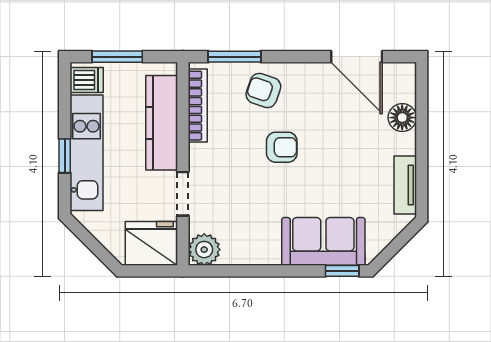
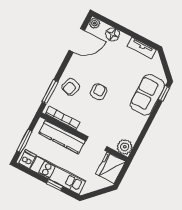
plant: (406, 73) -> (94, 23), added

